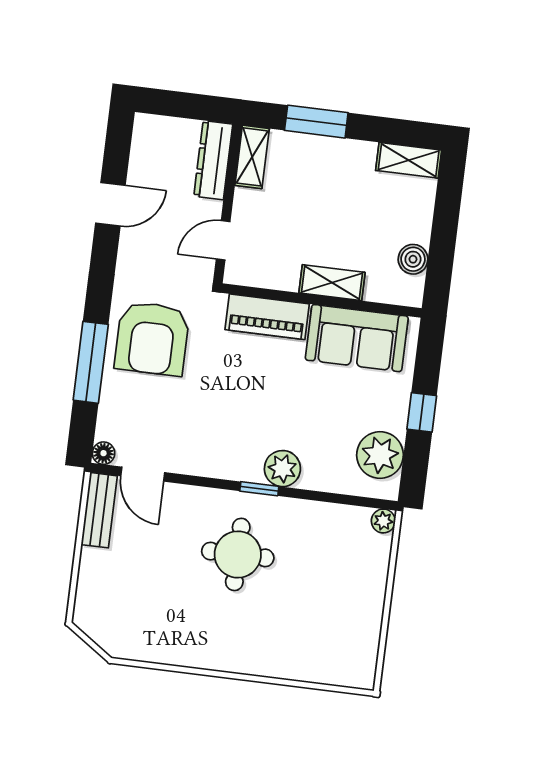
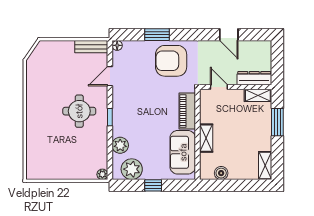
window: (91, 362) -> (157, 35), width x0.69
plant: (282, 469) -> (120, 145), moved
door: (143, 474) -> (110, 76), moved

